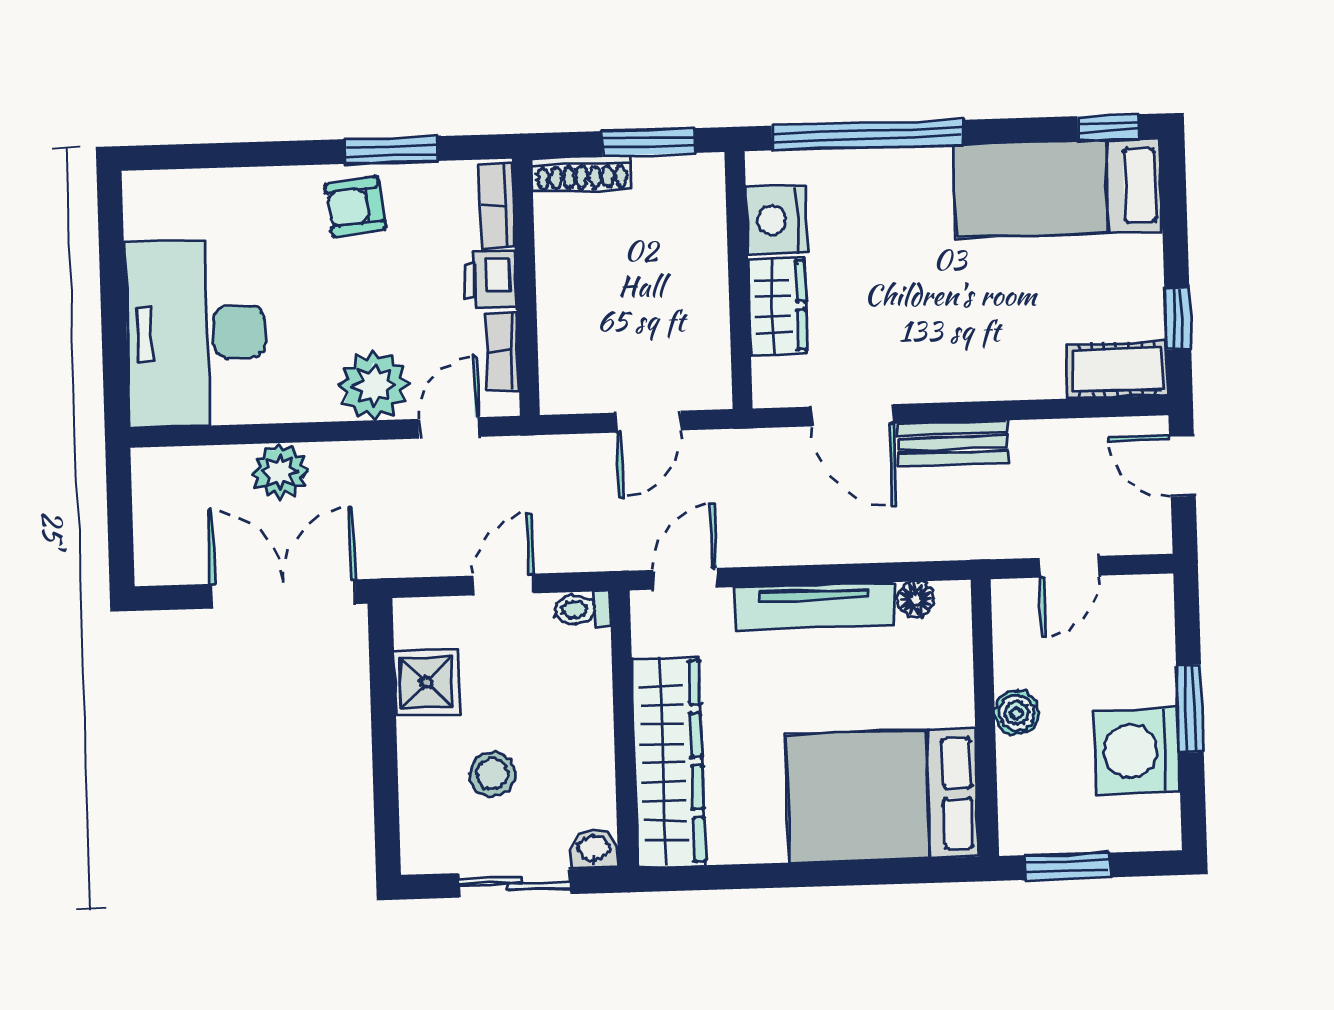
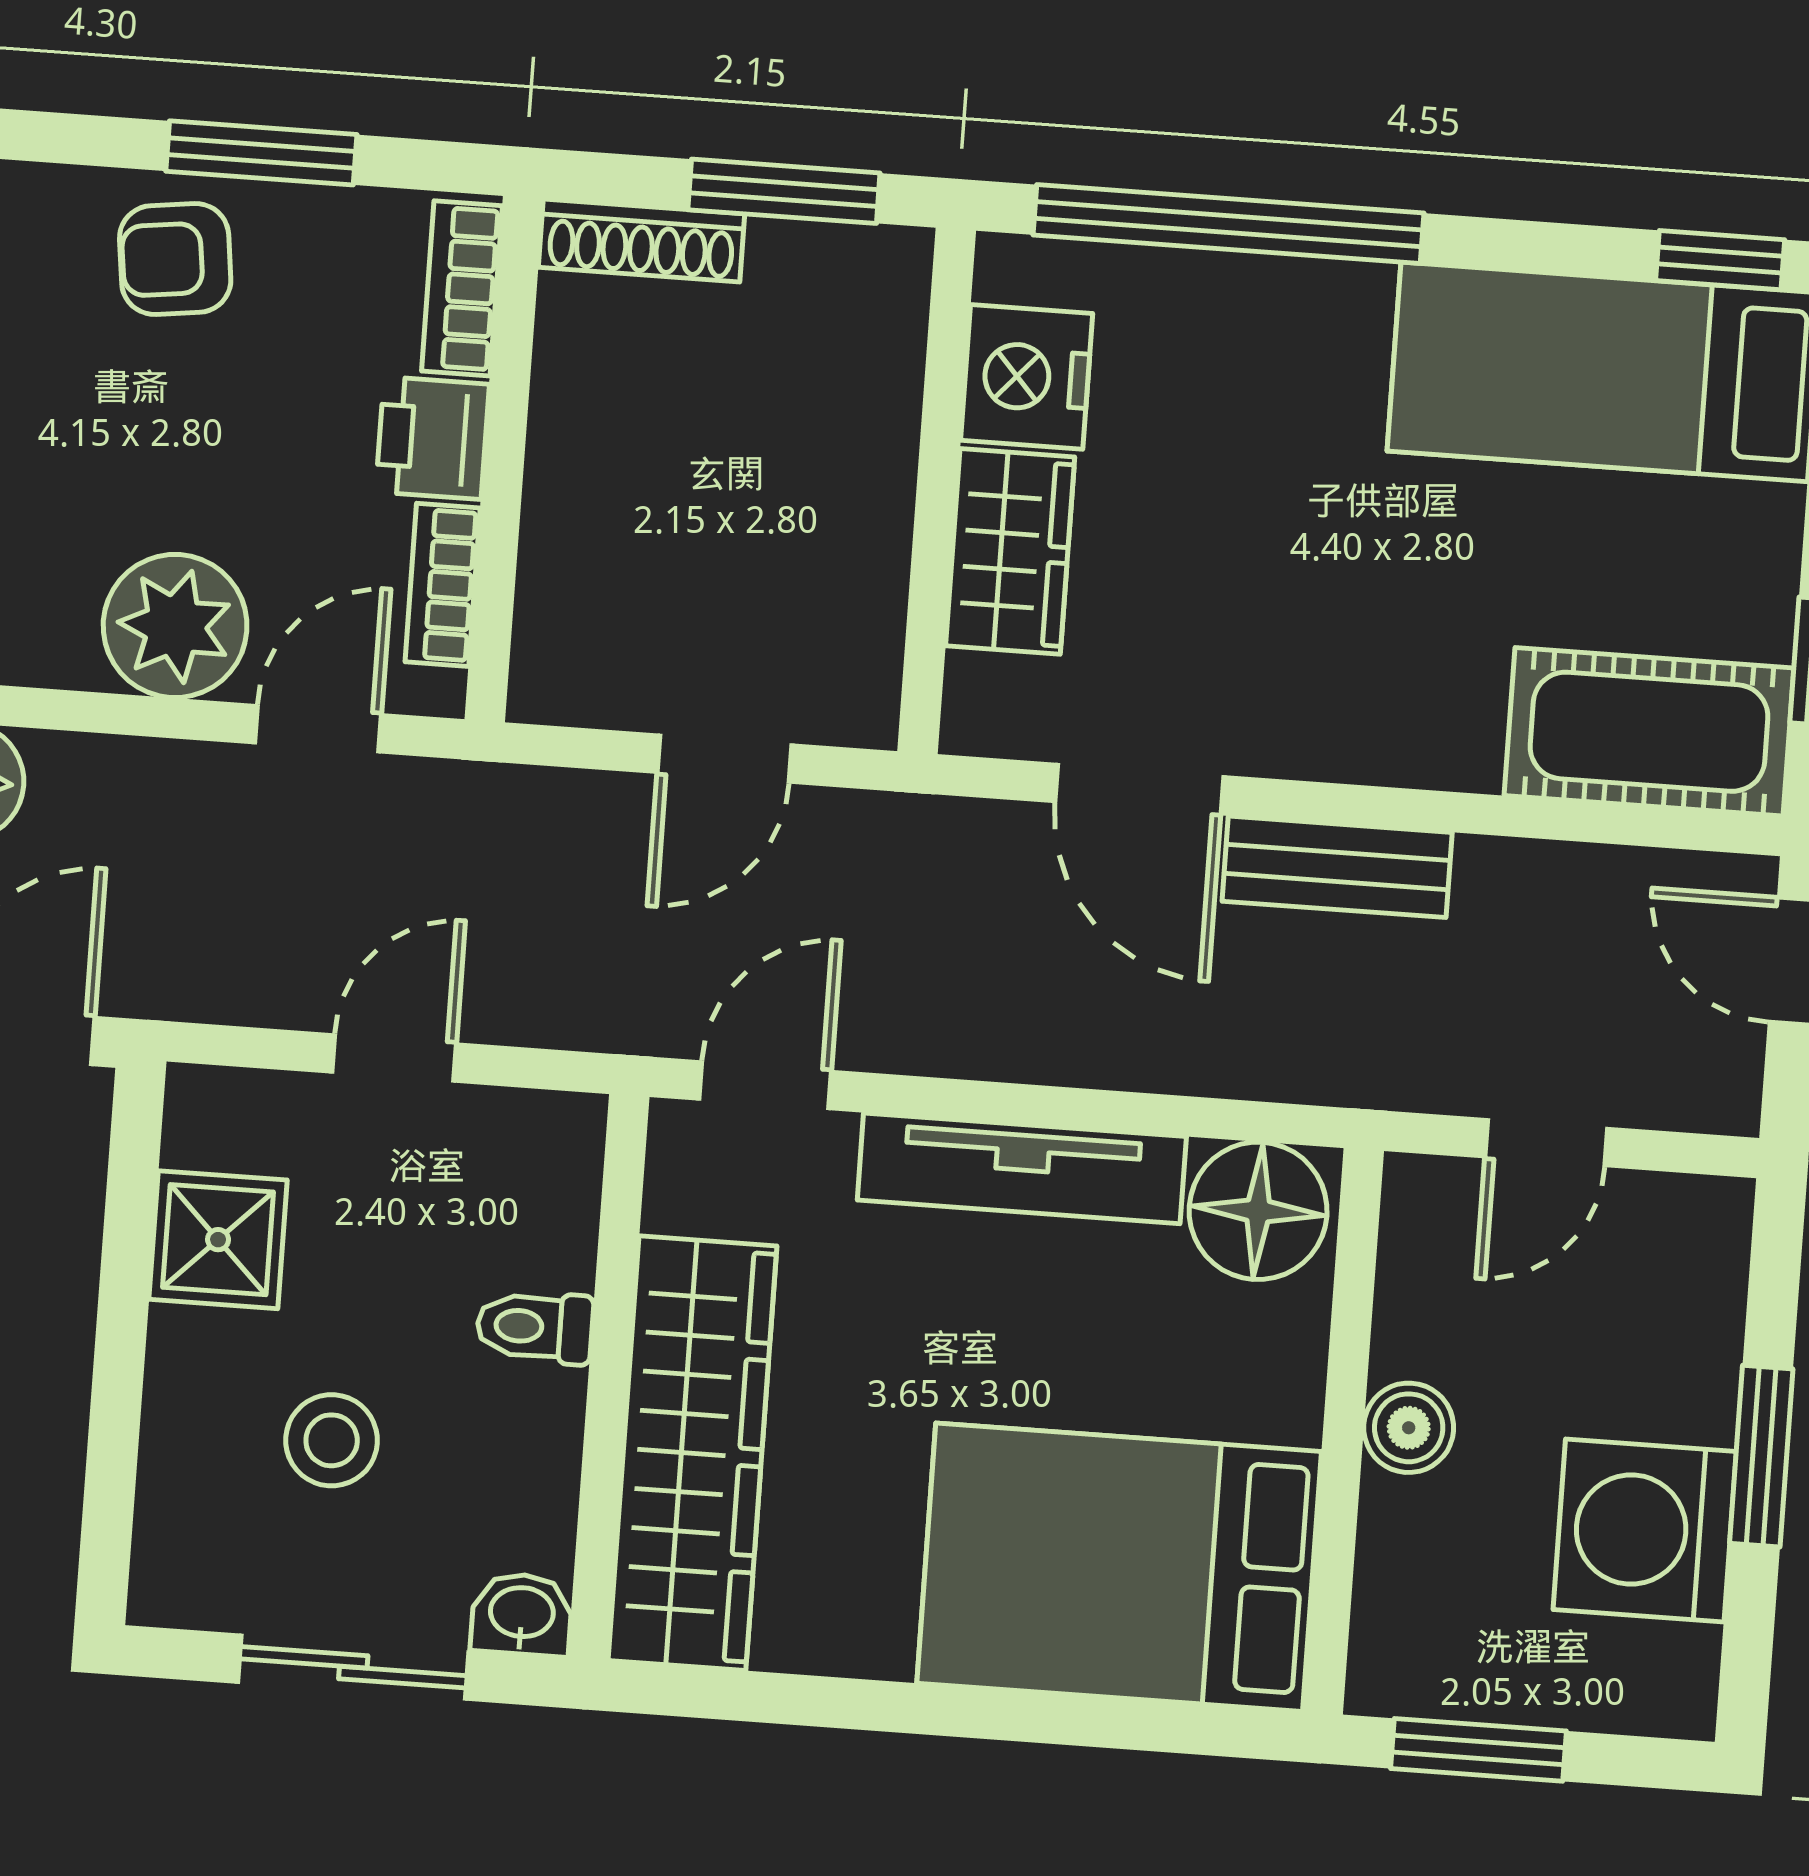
cot: (1117, 370) -> (1649, 732), width x1.37, depth x1.34
floor lamp: (916, 599) -> (1258, 1211), width x1.89, depth x1.89
toilet: (582, 609) -> (535, 1327), moved

